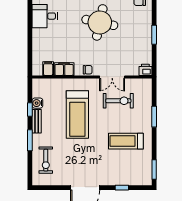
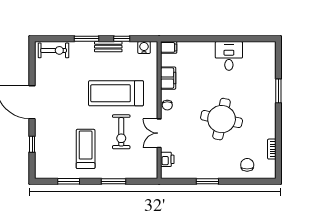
filing cabinet: (48, 69) -> (169, 47), moved
printer: (145, 70) -> (167, 159), moved
exercise bike: (118, 101) -> (121, 132), moved
water cooler: (37, 103) -> (144, 47), moved
exercise bike: (46, 160) -> (54, 50), moved, turned 180
window: (154, 170) -> (69, 181), moved

